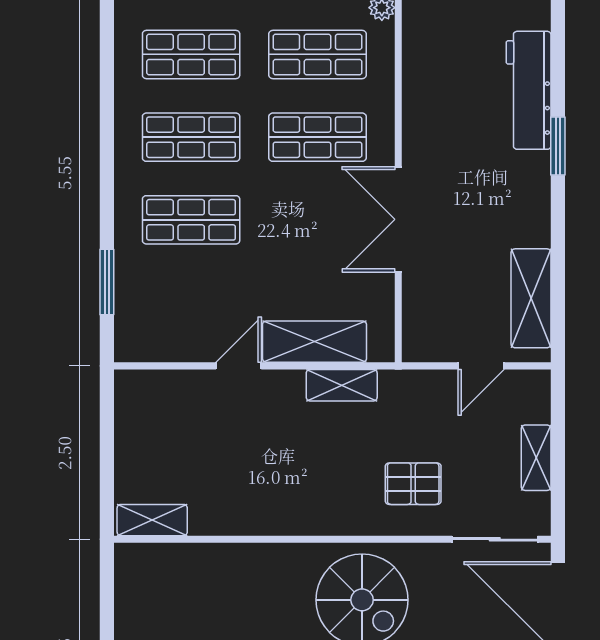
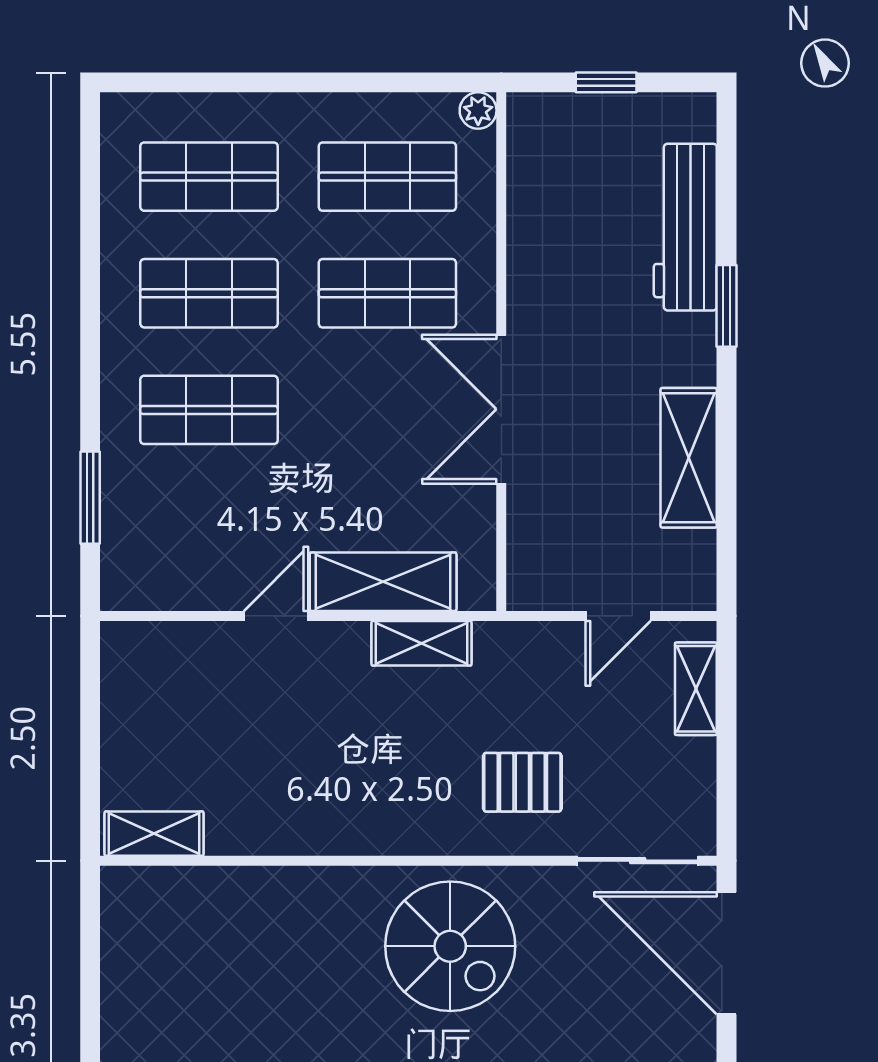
shelving: (531, 298) -> (689, 458), moved
shelving: (536, 458) -> (696, 689), moved

